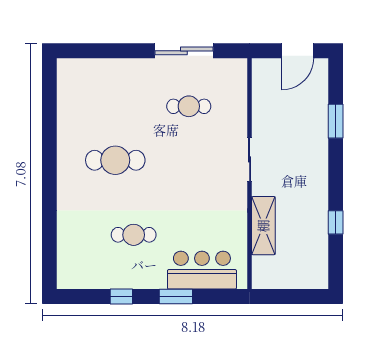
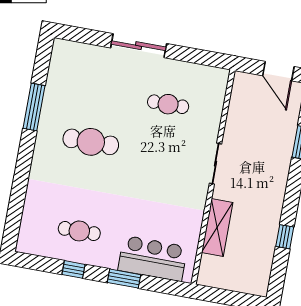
sliding door: (184, 51) -> (139, 46), moved
door: (298, 51) -> (278, 71), hinge flipped
window: (49, 135) -> (34, 107), added
cafe table: (134, 235) -> (79, 231), moved

